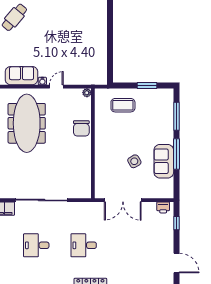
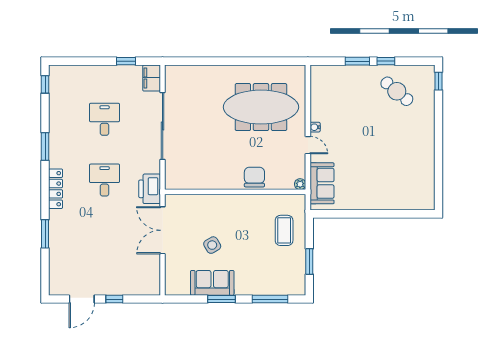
sofa: (21, 76) -> (322, 183), moved
chair: (81, 128) -> (254, 177), turned 90
window: (176, 154) -> (222, 299), width x0.69
printer: (163, 207) -> (150, 189), moved, width x1.87, depth x1.48
window: (176, 223) -> (114, 299), moved

